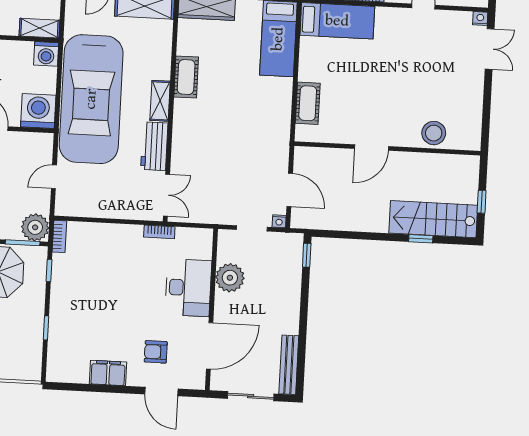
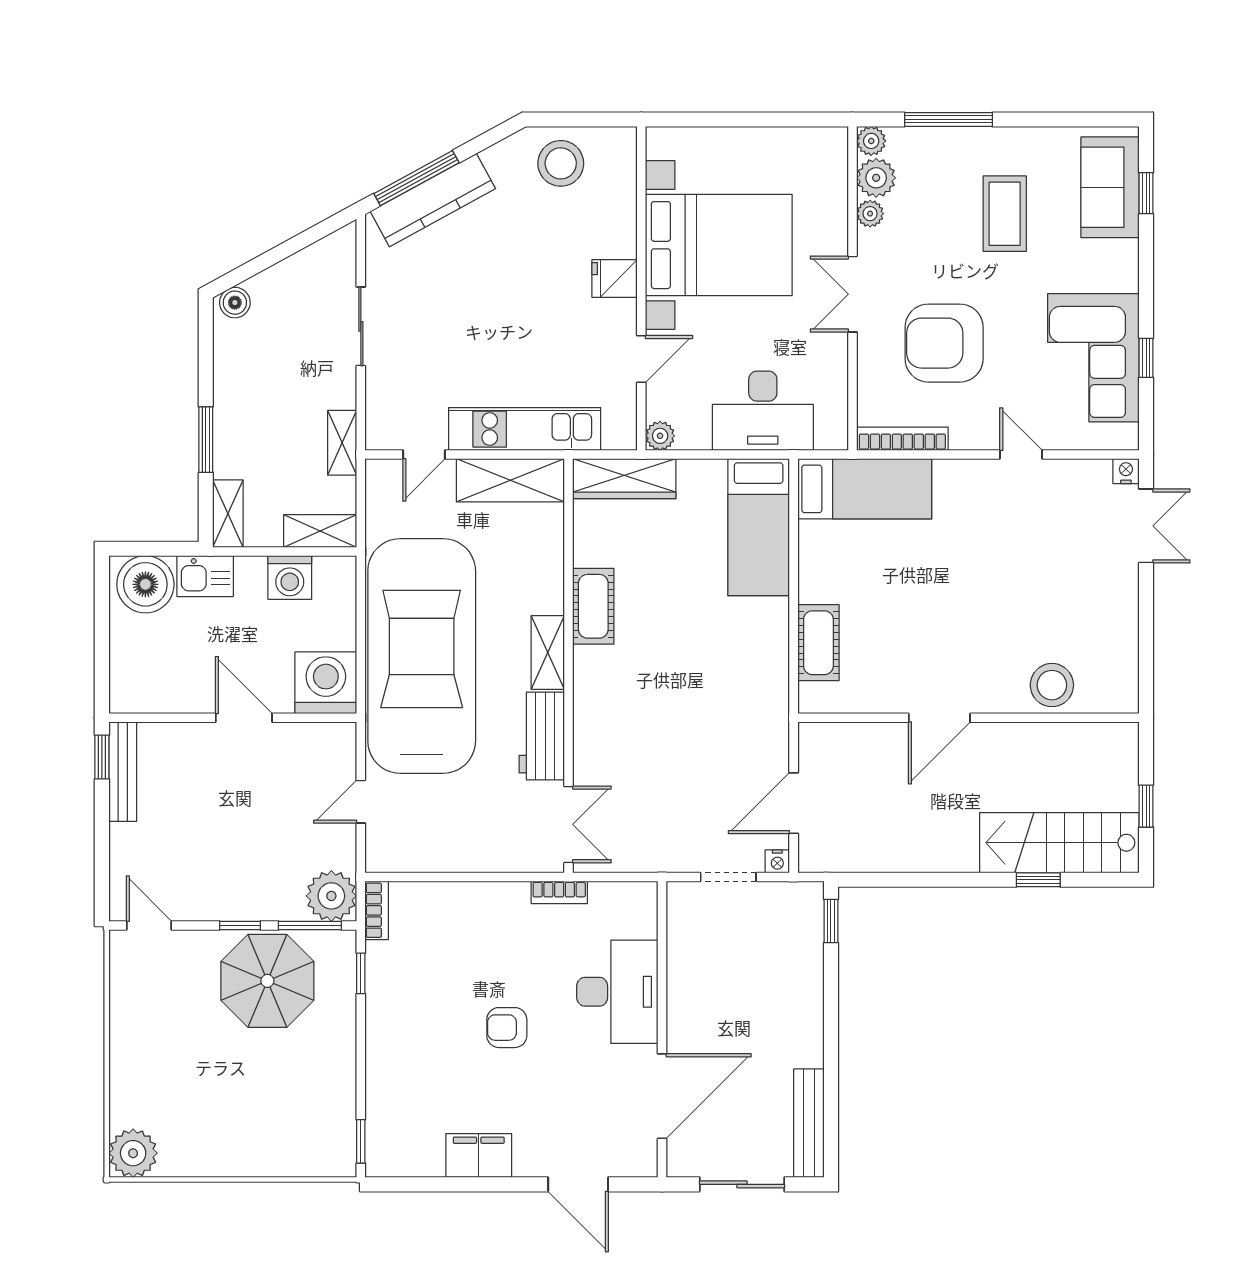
washing machine: (46, 54) -> (290, 577), moved
car: (91, 99) -> (422, 656), turned 180
door: (290, 190) -> (794, 803), swing flipped
plant: (230, 278) -> (693, 970), removed
window: (46, 328) -> (361, 1141), moved
armchair: (156, 352) -> (507, 1028), moved

